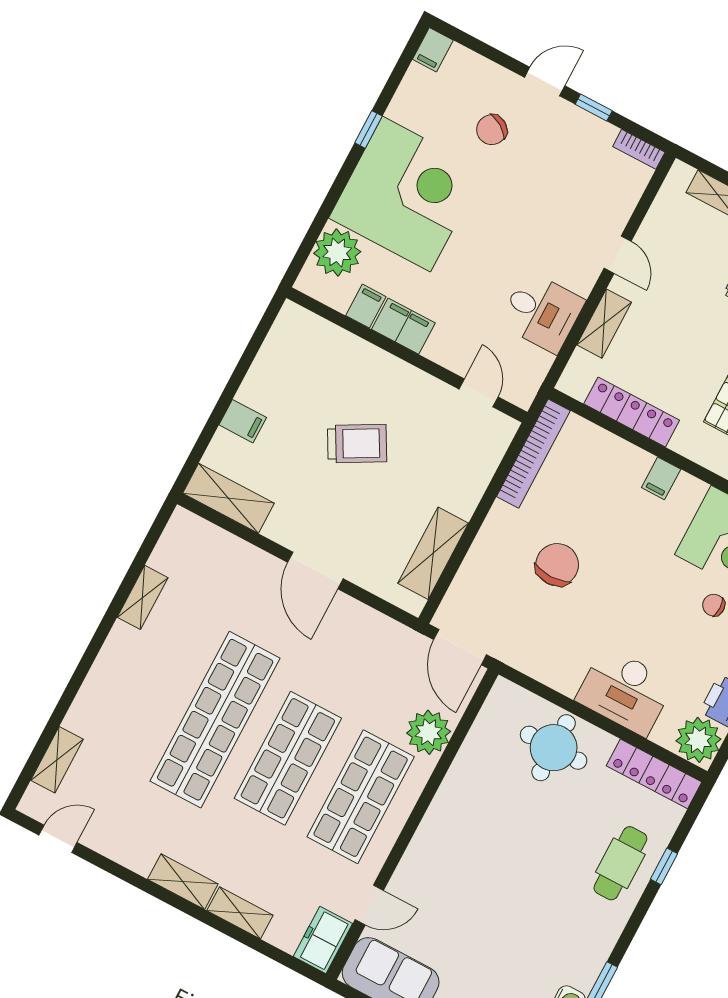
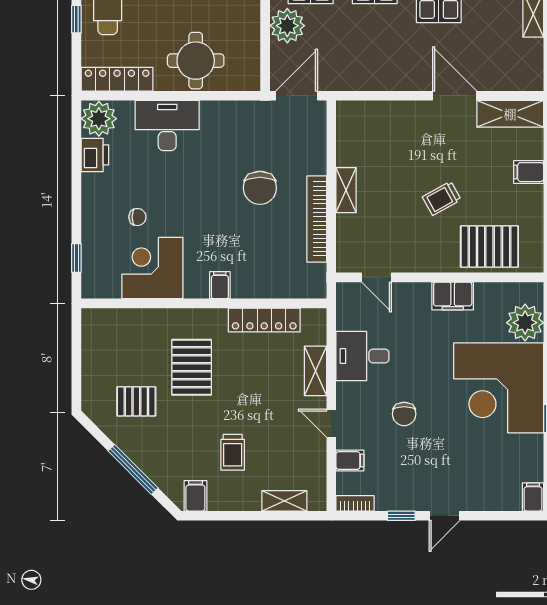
chair: (492, 130) -> (404, 414), moved, turned 147
filing cabinet: (366, 306) -> (350, 461), moved, turned -90
pallet: (332, 360) -> (489, 247), added
trolley: (357, 444) -> (442, 198), width x0.73, depth x0.72
bookcase: (533, 454) -> (317, 219), moved
shelving: (433, 553) -> (346, 190), moved, width x0.67, depth x0.75
door: (315, 571) -> (455, 96), moved
door: (460, 647) -> (297, 96), hinge flipped

